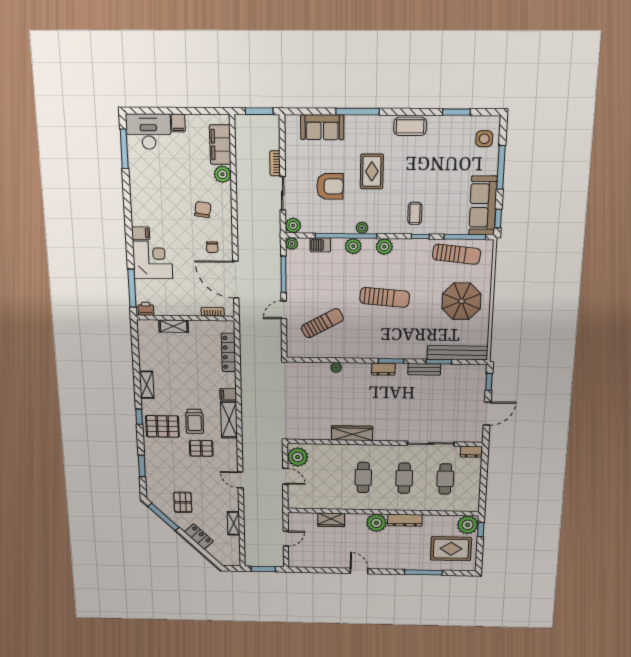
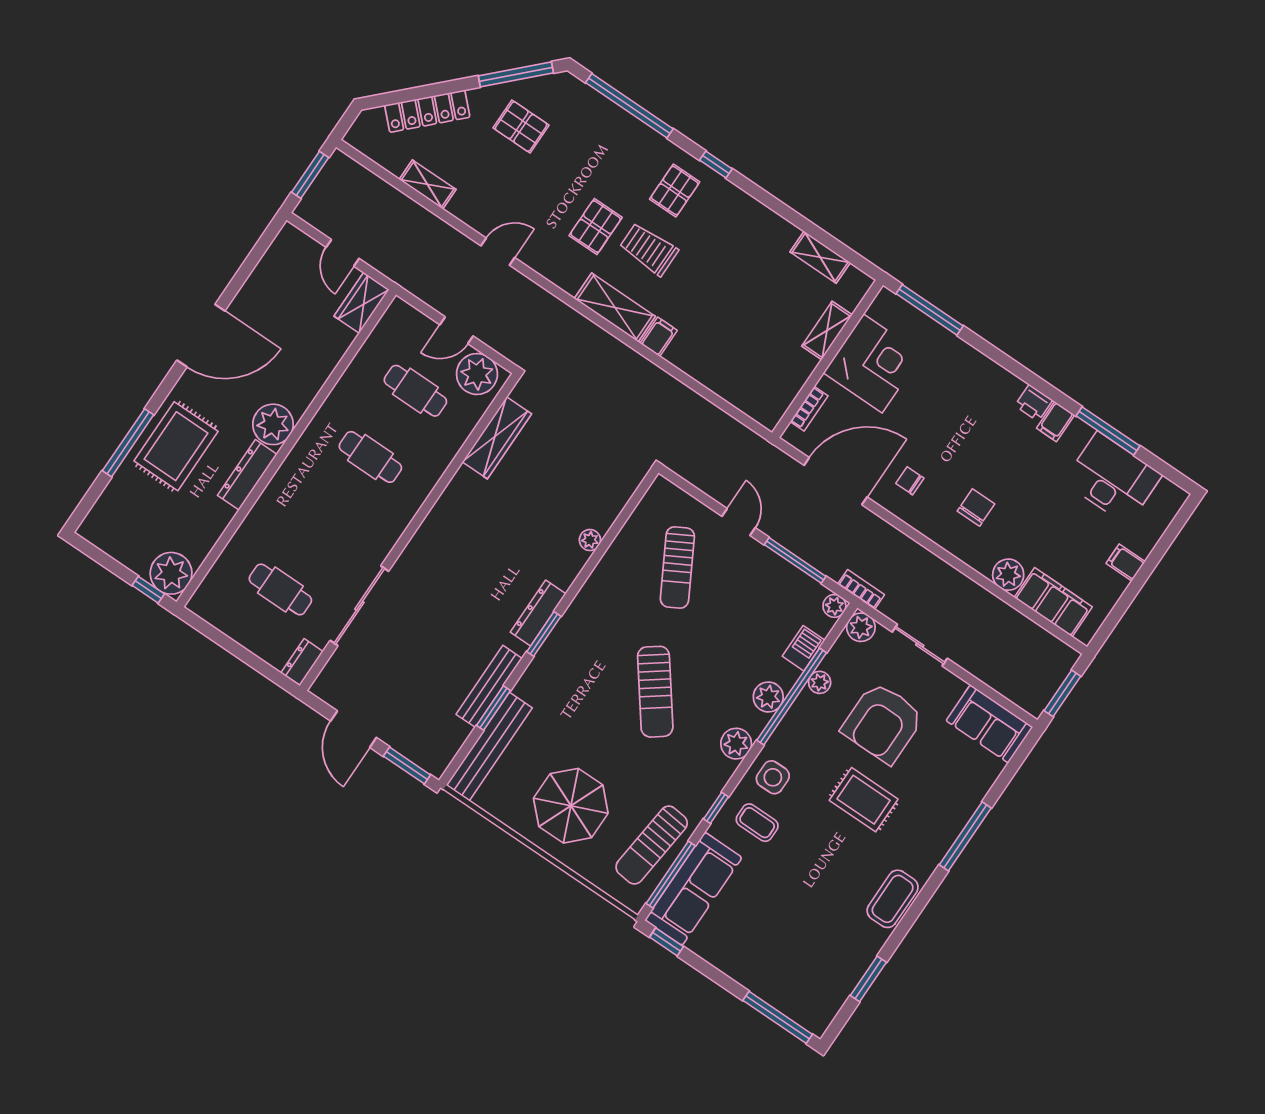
sofa: (322, 127) -> (989, 724), moved, turned -90
desk: (149, 132) -> (1113, 478), moved, turned -90
side table: (484, 139) -> (773, 777), moved
window: (124, 149) -> (1108, 431), moved
bookcase: (275, 163) -> (861, 589), moved
window: (501, 167) -> (778, 1017), moved
armchair: (330, 186) -> (883, 723), width x1.36, depth x1.36
sofa: (483, 206) -> (693, 889), moved, turned 90
chair: (203, 210) -> (976, 507), turned -99
plant: (362, 228) -> (820, 682), moved
filing cabinet: (141, 233) -> (1056, 422), moved
corner desk: (153, 260) -> (873, 363), moved, turned -90
sun lounger: (385, 297) -> (655, 692), turned -42
printer: (146, 309) -> (1034, 403), moved, turned 90
locker: (229, 352) -> (727, 387), removed
dresser: (383, 369) -> (538, 613), width x1.44
bench: (424, 369) -> (489, 686), width x1.36
window: (489, 382) -> (407, 766), width x1.50
shelving: (147, 385) -> (820, 257), moved
pallet: (162, 426) -> (675, 191), width x0.67, depth x0.71
wardrobe: (352, 433) -> (497, 438), moved
window: (142, 466) -> (629, 106), width x2.11
cafe table: (404, 478) -> (415, 391), moved
wardrobe: (331, 520) -> (362, 303), moved
locker: (199, 537) -> (427, 111), width x1.53
rug: (451, 549) -> (176, 446), moved
door: (359, 571) -> (201, 336), width x1.88

